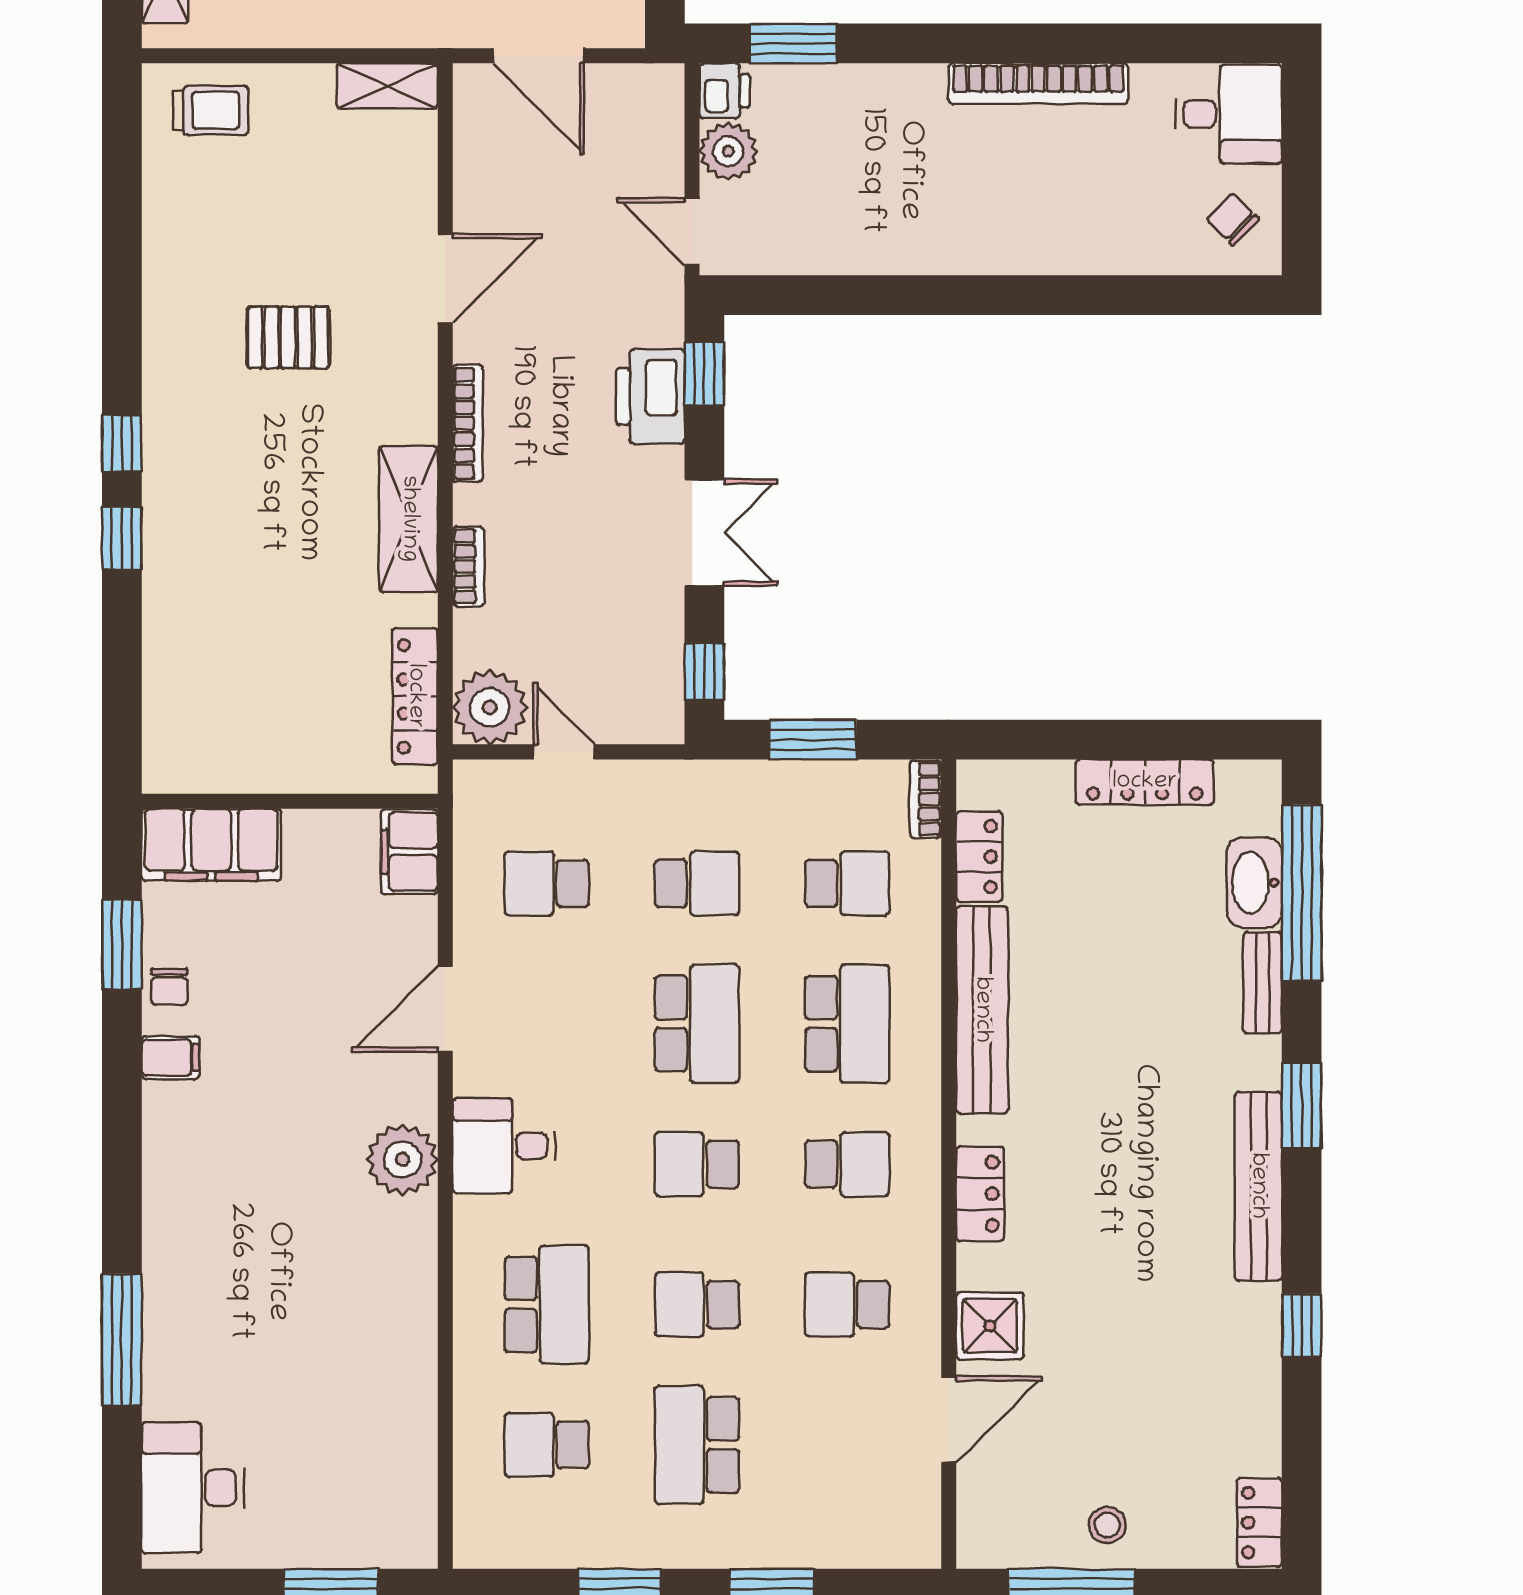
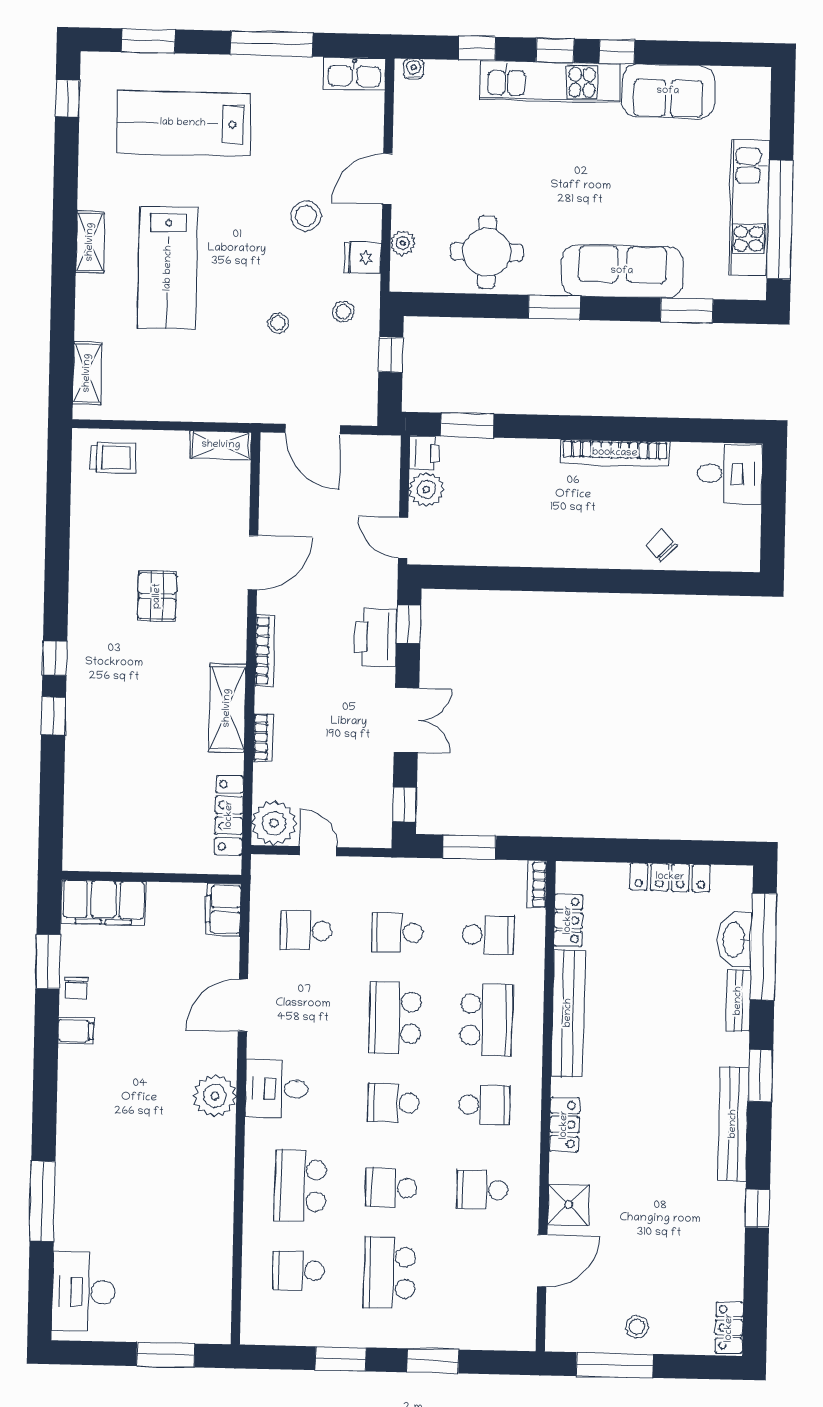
chair: (1233, 219) -> (661, 546), moved
pallet: (288, 337) -> (157, 596), turned 90
school desk: (697, 883) -> (397, 933), turned 180
school desk: (697, 1024) -> (395, 1018), turned 180
school desk: (547, 1304) -> (300, 1186), turned 180

